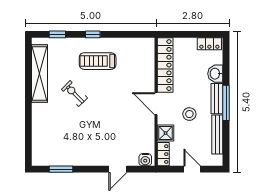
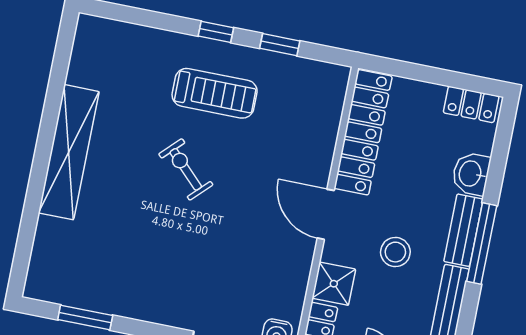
window: (57, 34) -> (280, 45), moved
treadmill: (98, 61) -> (215, 93), turned 180
shelving: (40, 73) -> (69, 152), moved
exercise bike: (74, 94) -> (186, 169), moved

